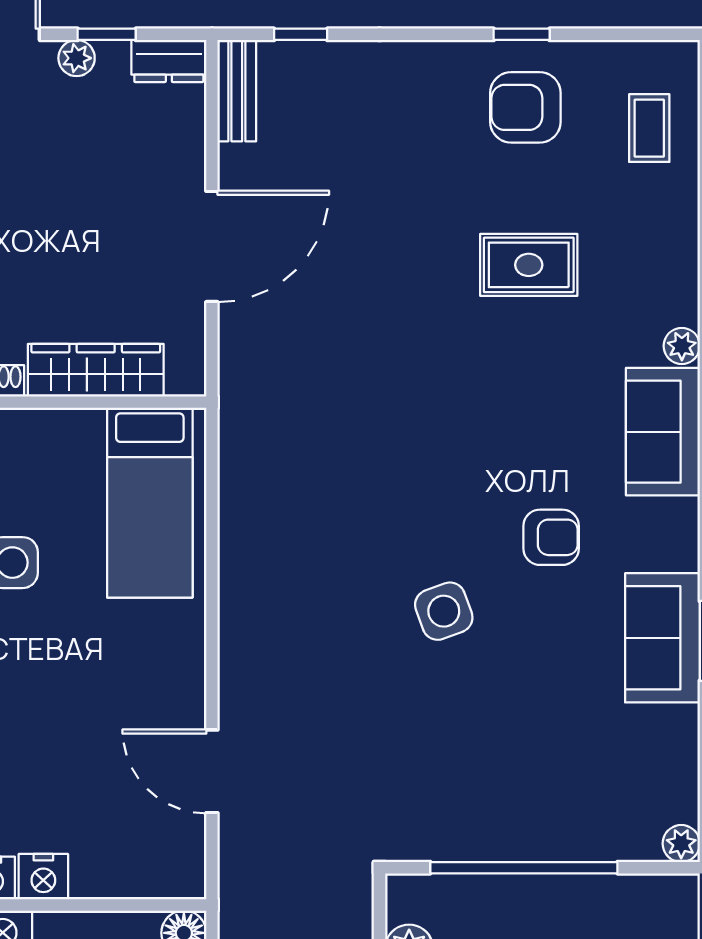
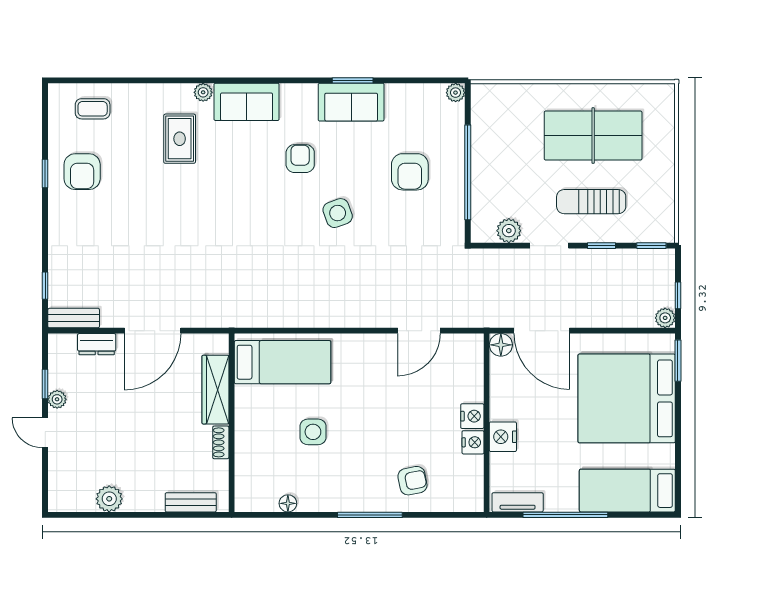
dresser: (169, 61) -> (97, 344), moved, turned 90
door: (212, 246) -> (153, 331), swing flipped
rug: (529, 265) -> (180, 139), moved
armchair: (525, 753) -> (410, 172), added

